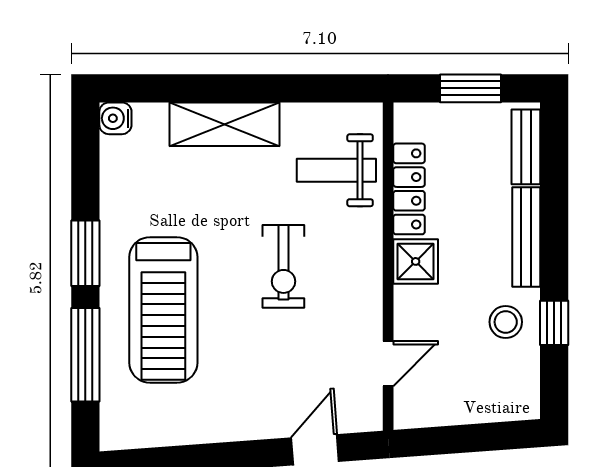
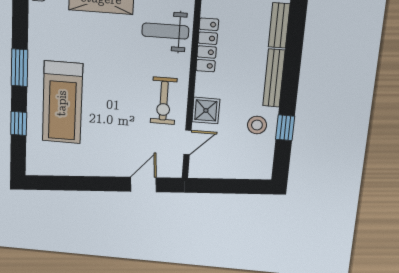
shower: (416, 261) -> (206, 110), moved
exercise bike: (283, 266) -> (164, 101), moved
window: (85, 355) -> (19, 123), width x0.46

